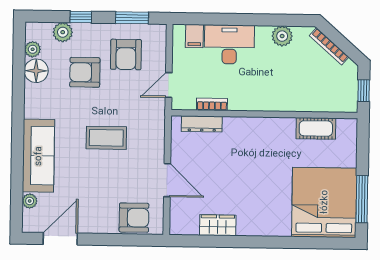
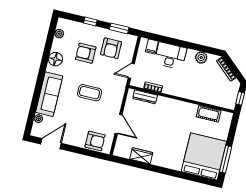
plant: (63, 32) -> (78, 28), removed
floor lamp: (36, 71) -> (55, 59), moved

